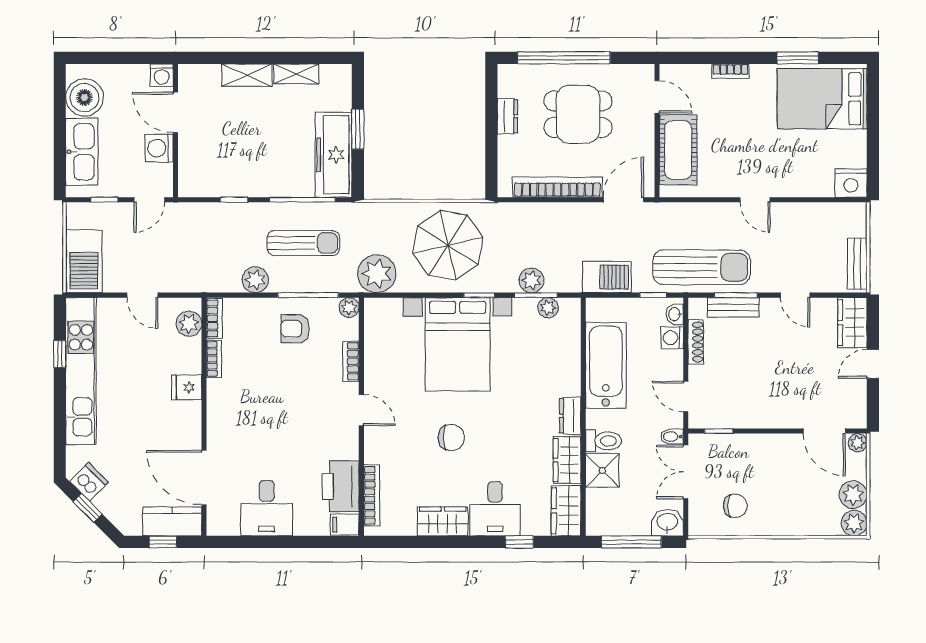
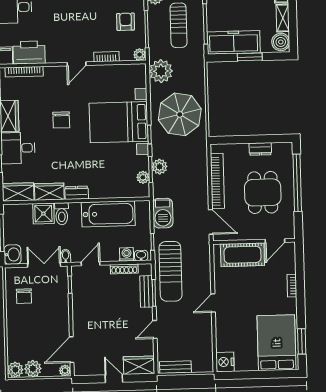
window: (798, 58) -> (302, 341), moved
boiler: (335, 78) -> (281, 42), added

